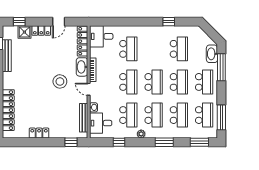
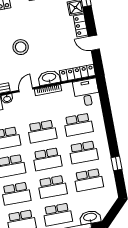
school desk: (154, 49) -> (84, 152), added
stool: (60, 81) -> (21, 47), moved

